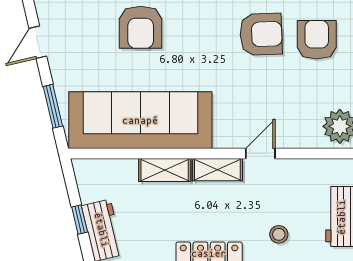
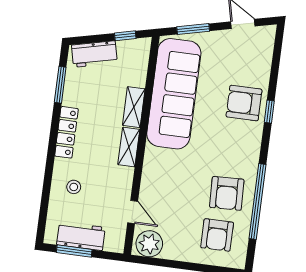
armchair: (317, 40) -> (217, 235), turned 90
door: (260, 153) -> (133, 212), moved
window: (80, 220) -> (125, 36), moved

